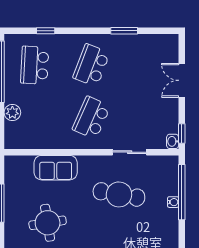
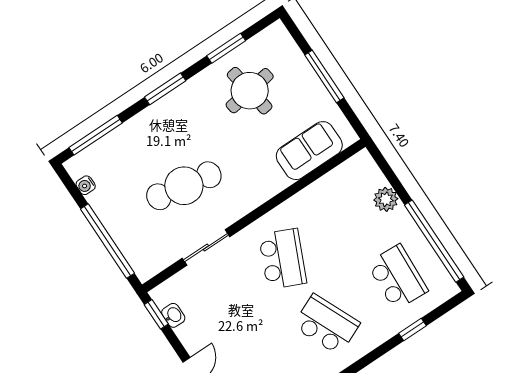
school desk: (91, 65) -> (326, 325), turned -45
washbasin: (173, 141) -> (173, 315), moved
sofa: (56, 168) -> (309, 151), moved
water cooler: (173, 202) -> (86, 185), moved

